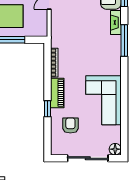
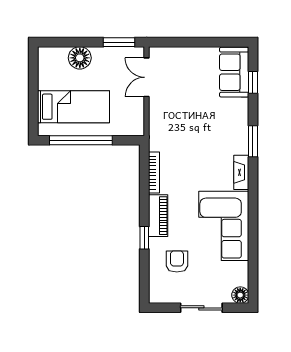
fireplace: (116, 23) -> (241, 172), moved
window: (124, 41) -> (253, 141), width x0.69
sliding door: (88, 158) -> (201, 308), width x0.73

